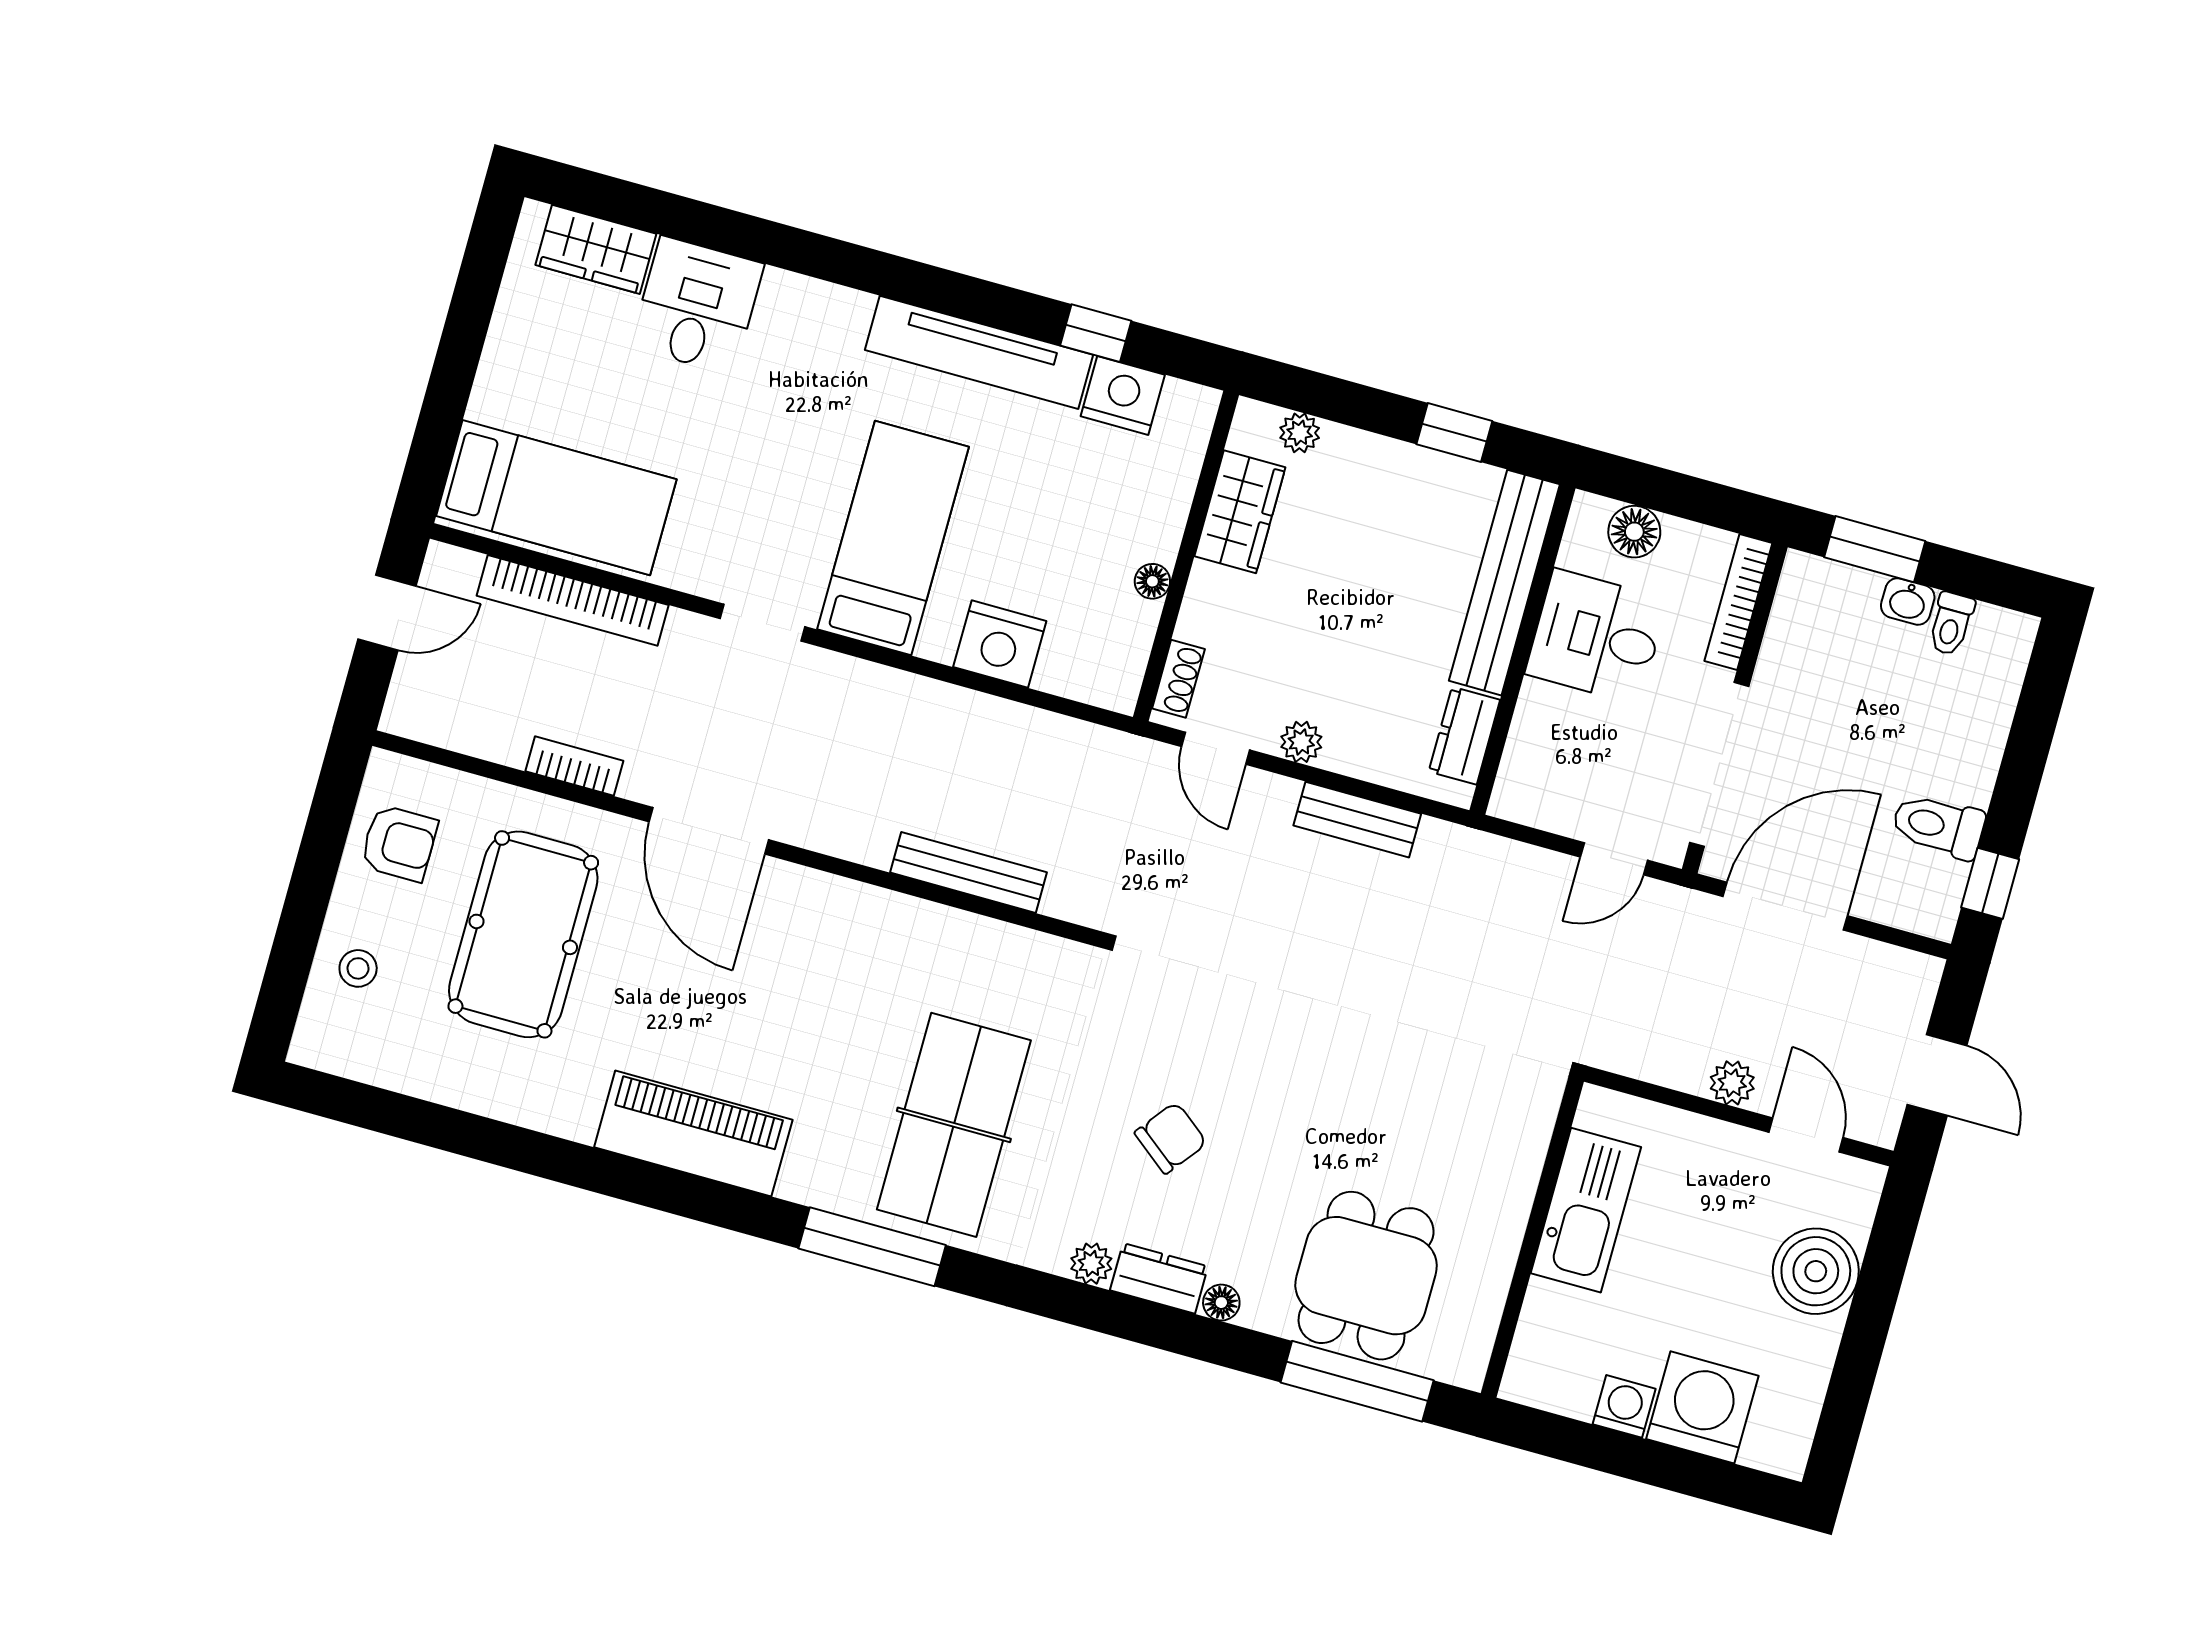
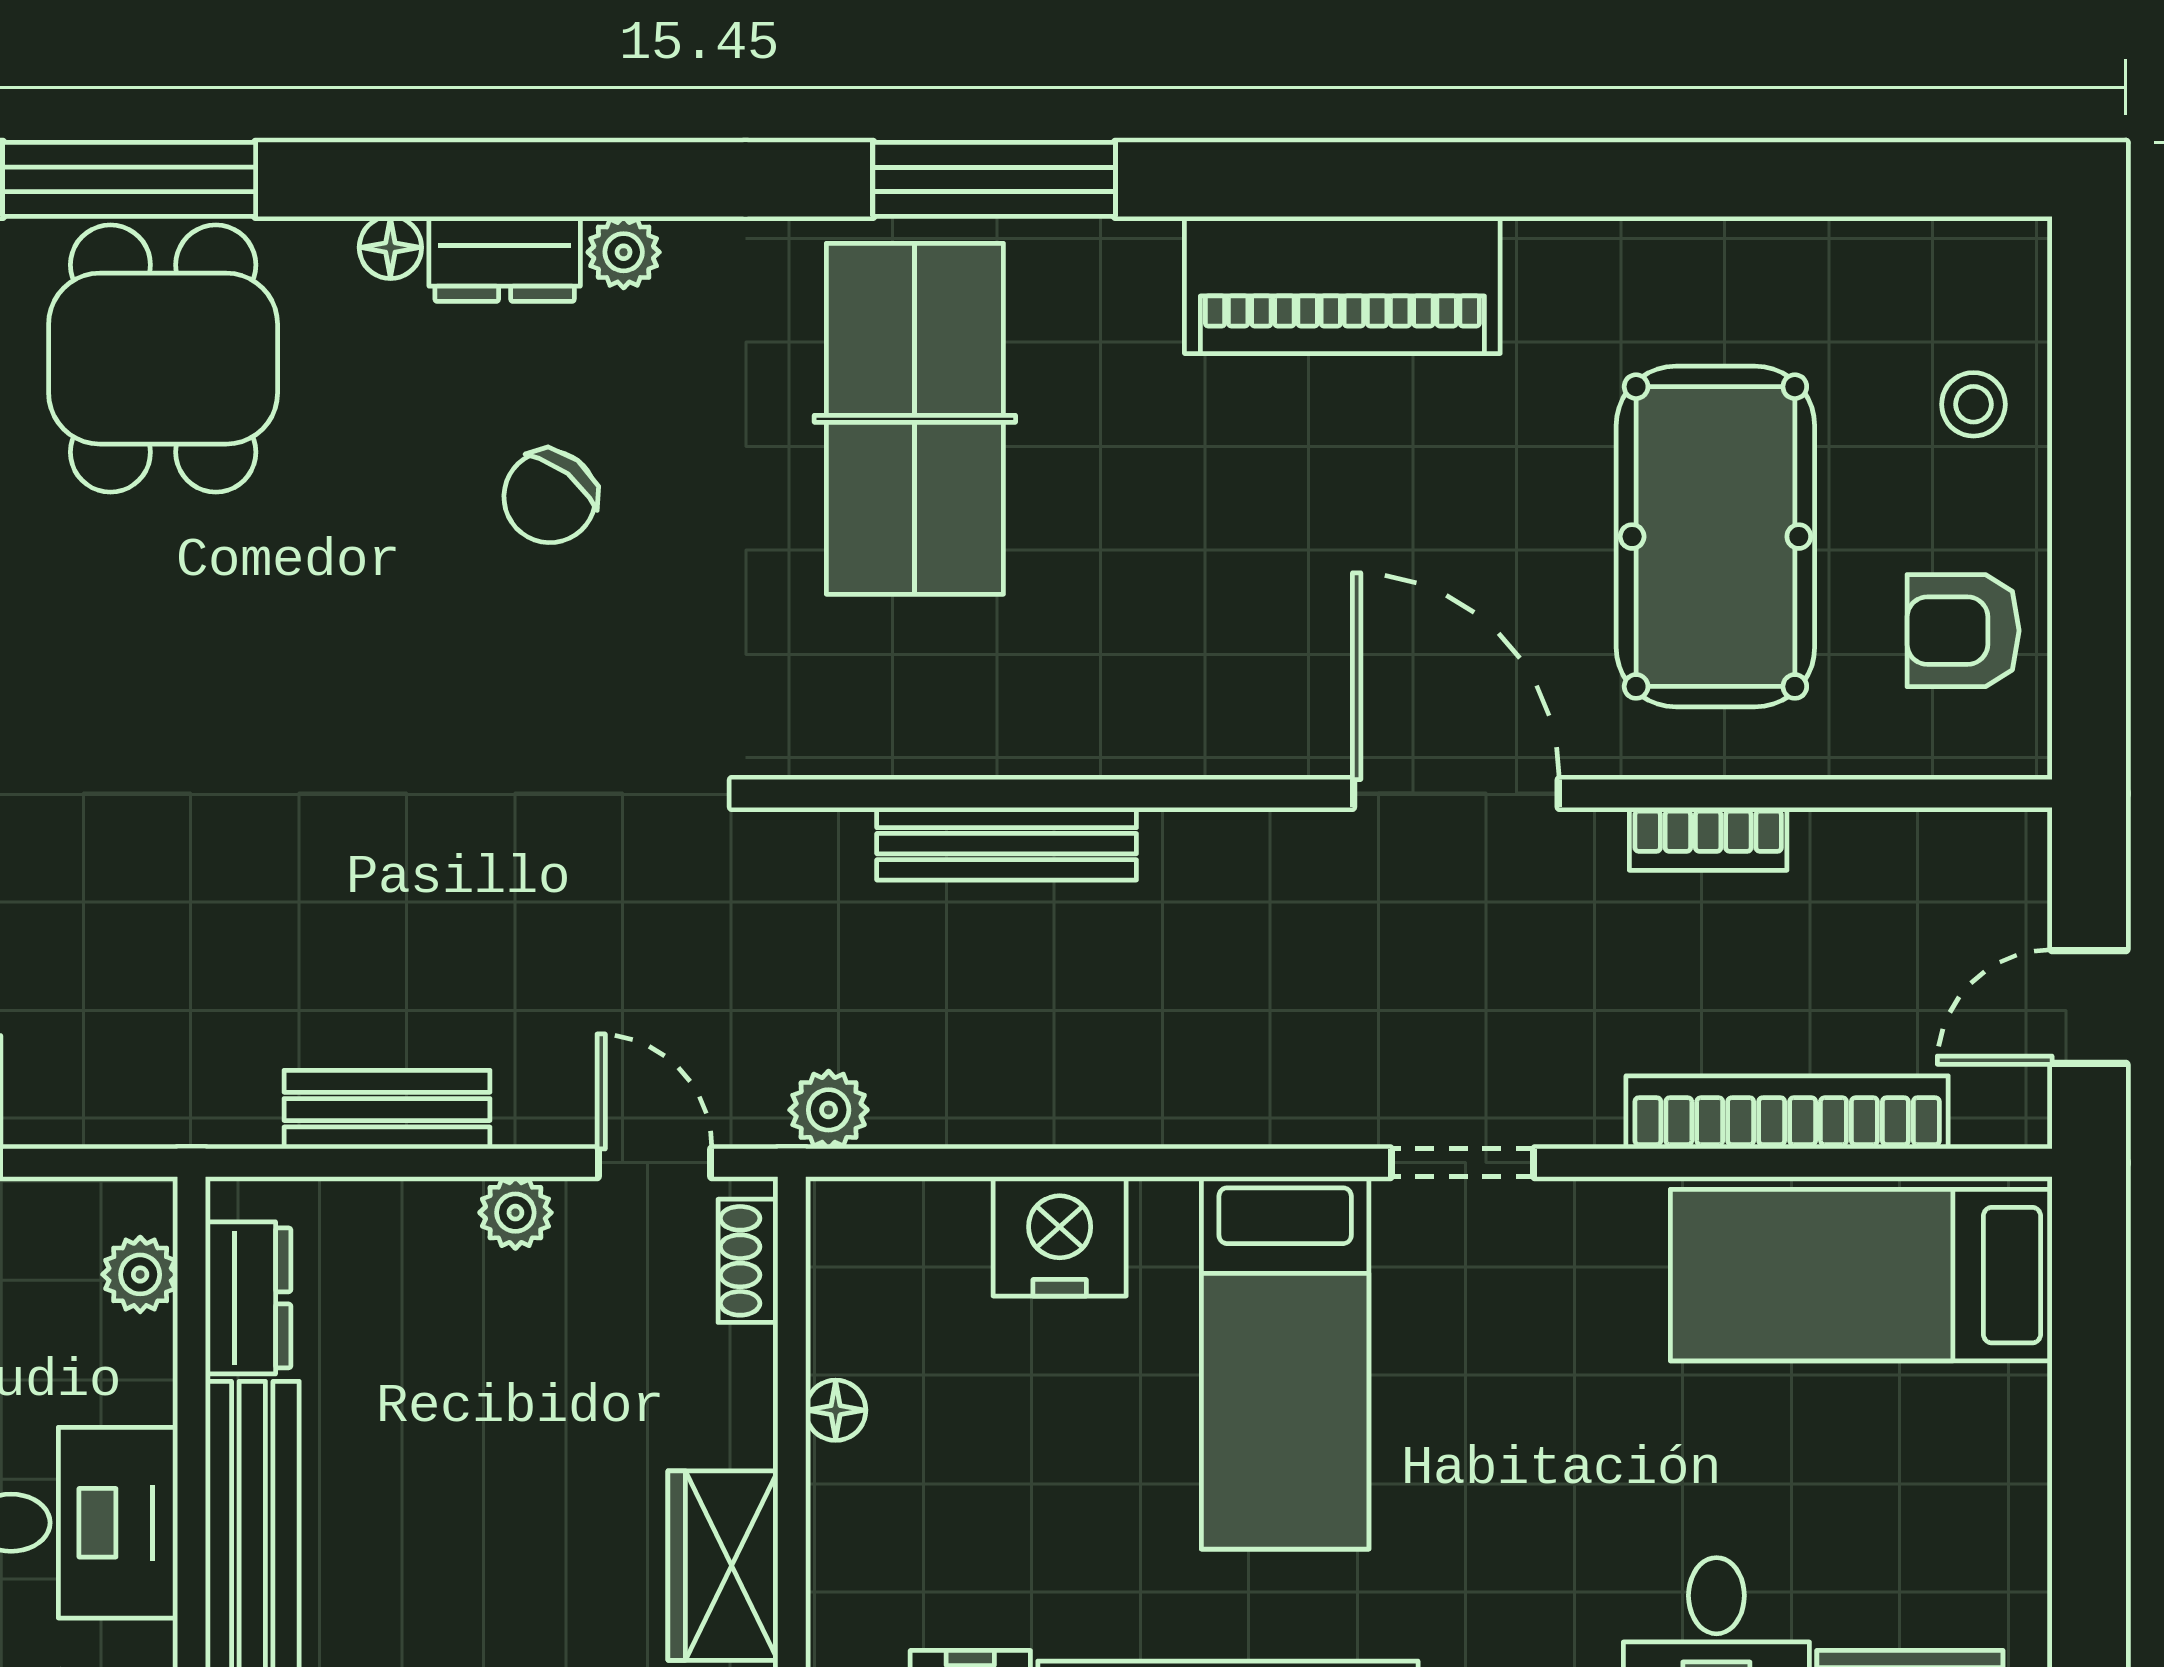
plant: (1110, 751) -> (829, 1110), added
plant: (1521, 766) -> (140, 1274), added

